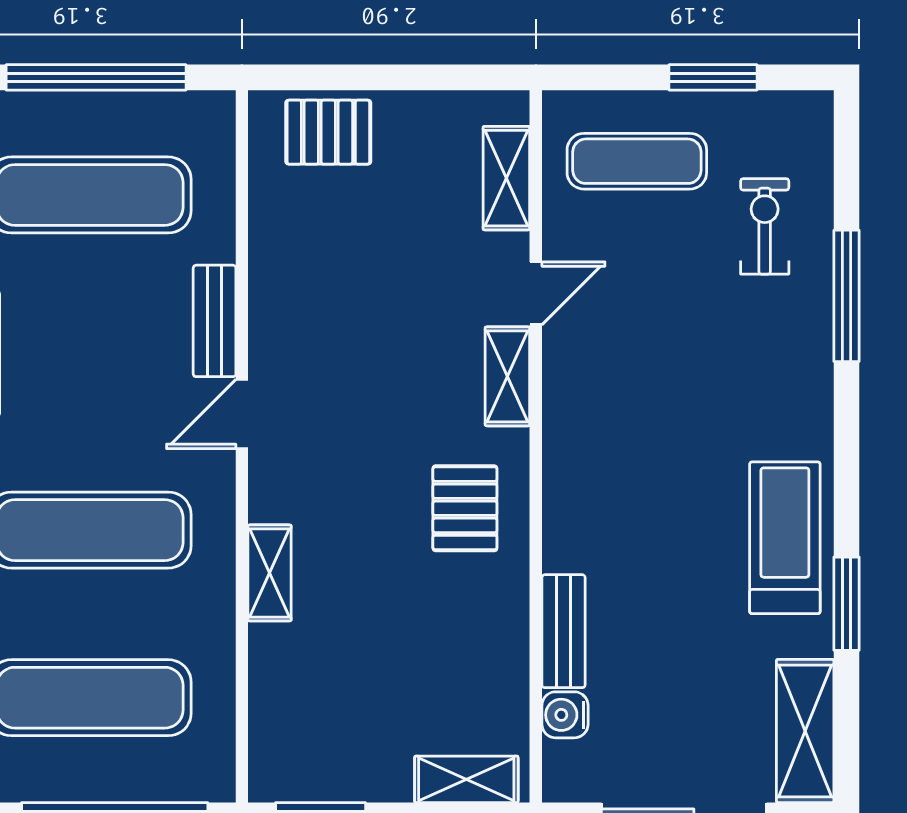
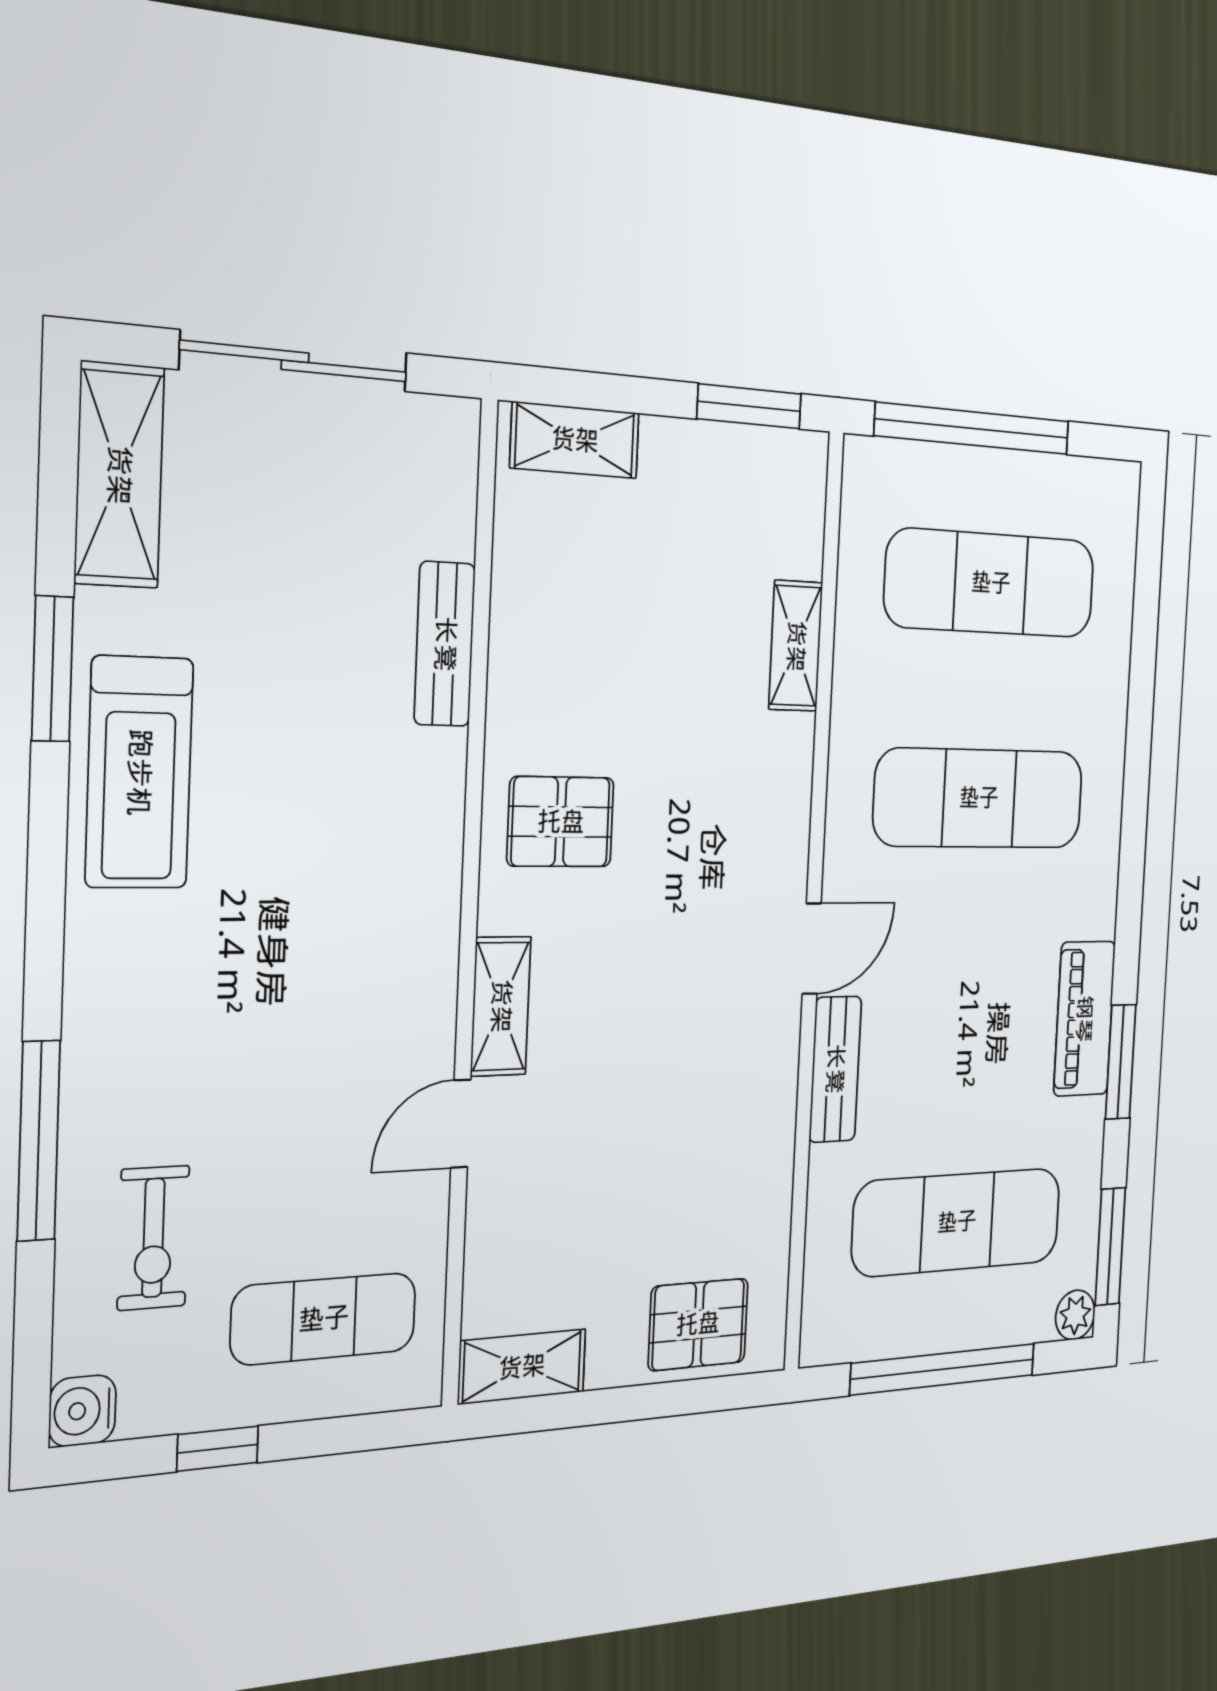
window: (713, 77) -> (218, 1449), width x0.67
shelving: (506, 178) -> (522, 1367), moved, turned 90
pallet: (465, 508) -> (561, 822), turned 90
shelving: (270, 573) -> (796, 646), moved
water cooler: (565, 715) -> (82, 1411), moved, turned 180

